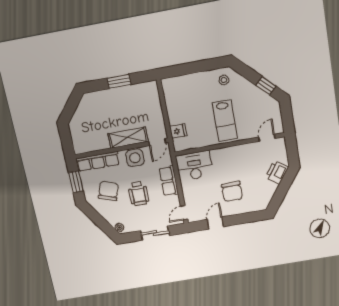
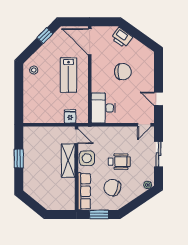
lab bench: (225, 121) -> (68, 75), turned 90
door: (267, 138) -> (90, 42), width x1.87
row of seats: (169, 181) -> (113, 133), removed
chair: (232, 192) -> (123, 72), moved
door: (184, 213) -> (144, 125), hinge flipped

